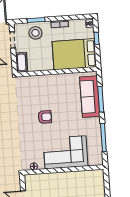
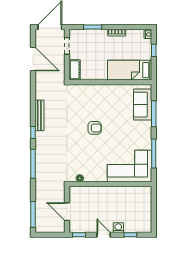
stool: (35, 33) -> (91, 40), removed
bed: (74, 54) -> (130, 70), width x0.67
sofa: (90, 97) -> (143, 105), width x0.73
corner sofa: (65, 152) -> (130, 166), moved

